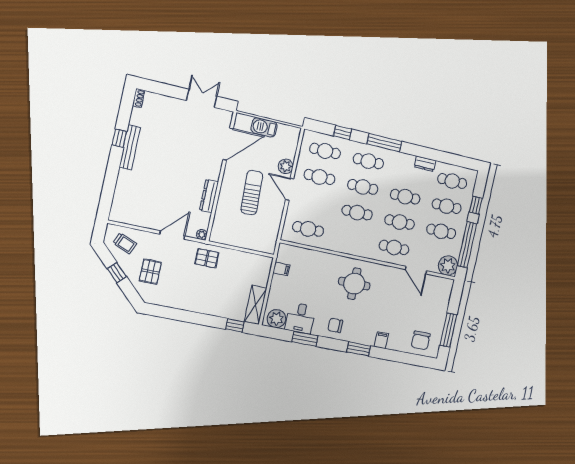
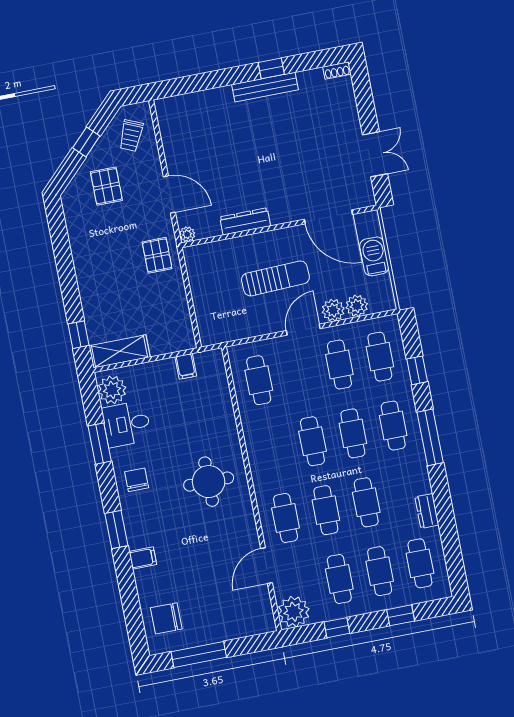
plant: (289, 151) -> (357, 306), added
window: (467, 245) -> (337, 628), width x0.32
pallet: (150, 272) -> (106, 186), turned 90

